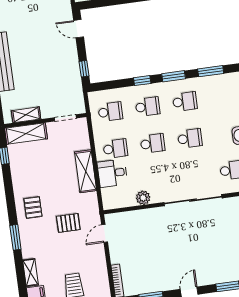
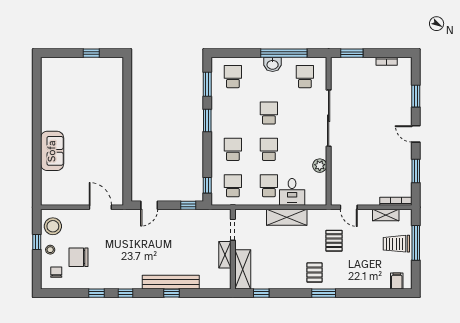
window: (142, 81) -> (207, 185), moved
school desk: (185, 102) -> (233, 77), moved
shelving: (26, 115) -> (225, 255), moved
pallet: (33, 207) -> (315, 272), turned 90
window: (15, 237) -> (324, 293), moved
shelving: (30, 272) -> (386, 215), moved

